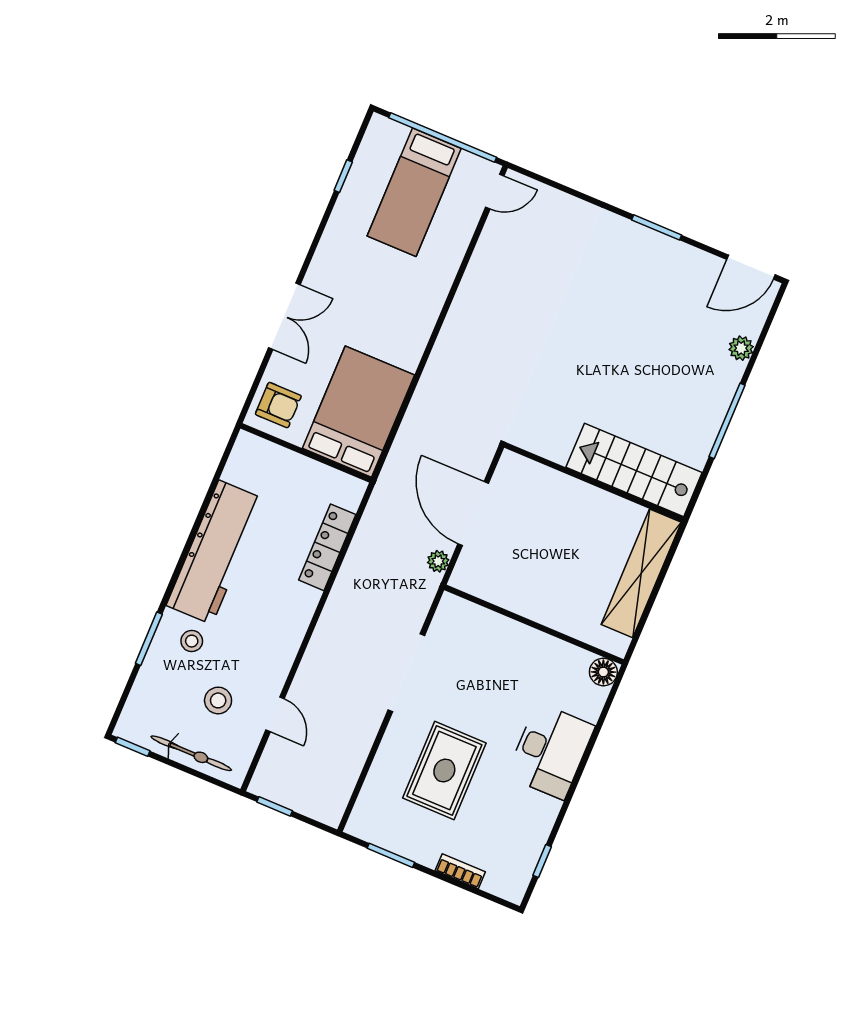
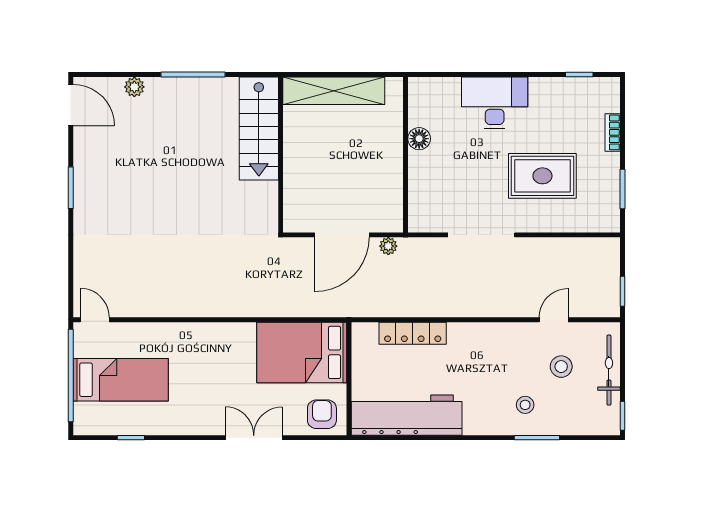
workbench: (215, 552) -> (407, 415), moved
floor lamp: (603, 672) -> (419, 139), moved

